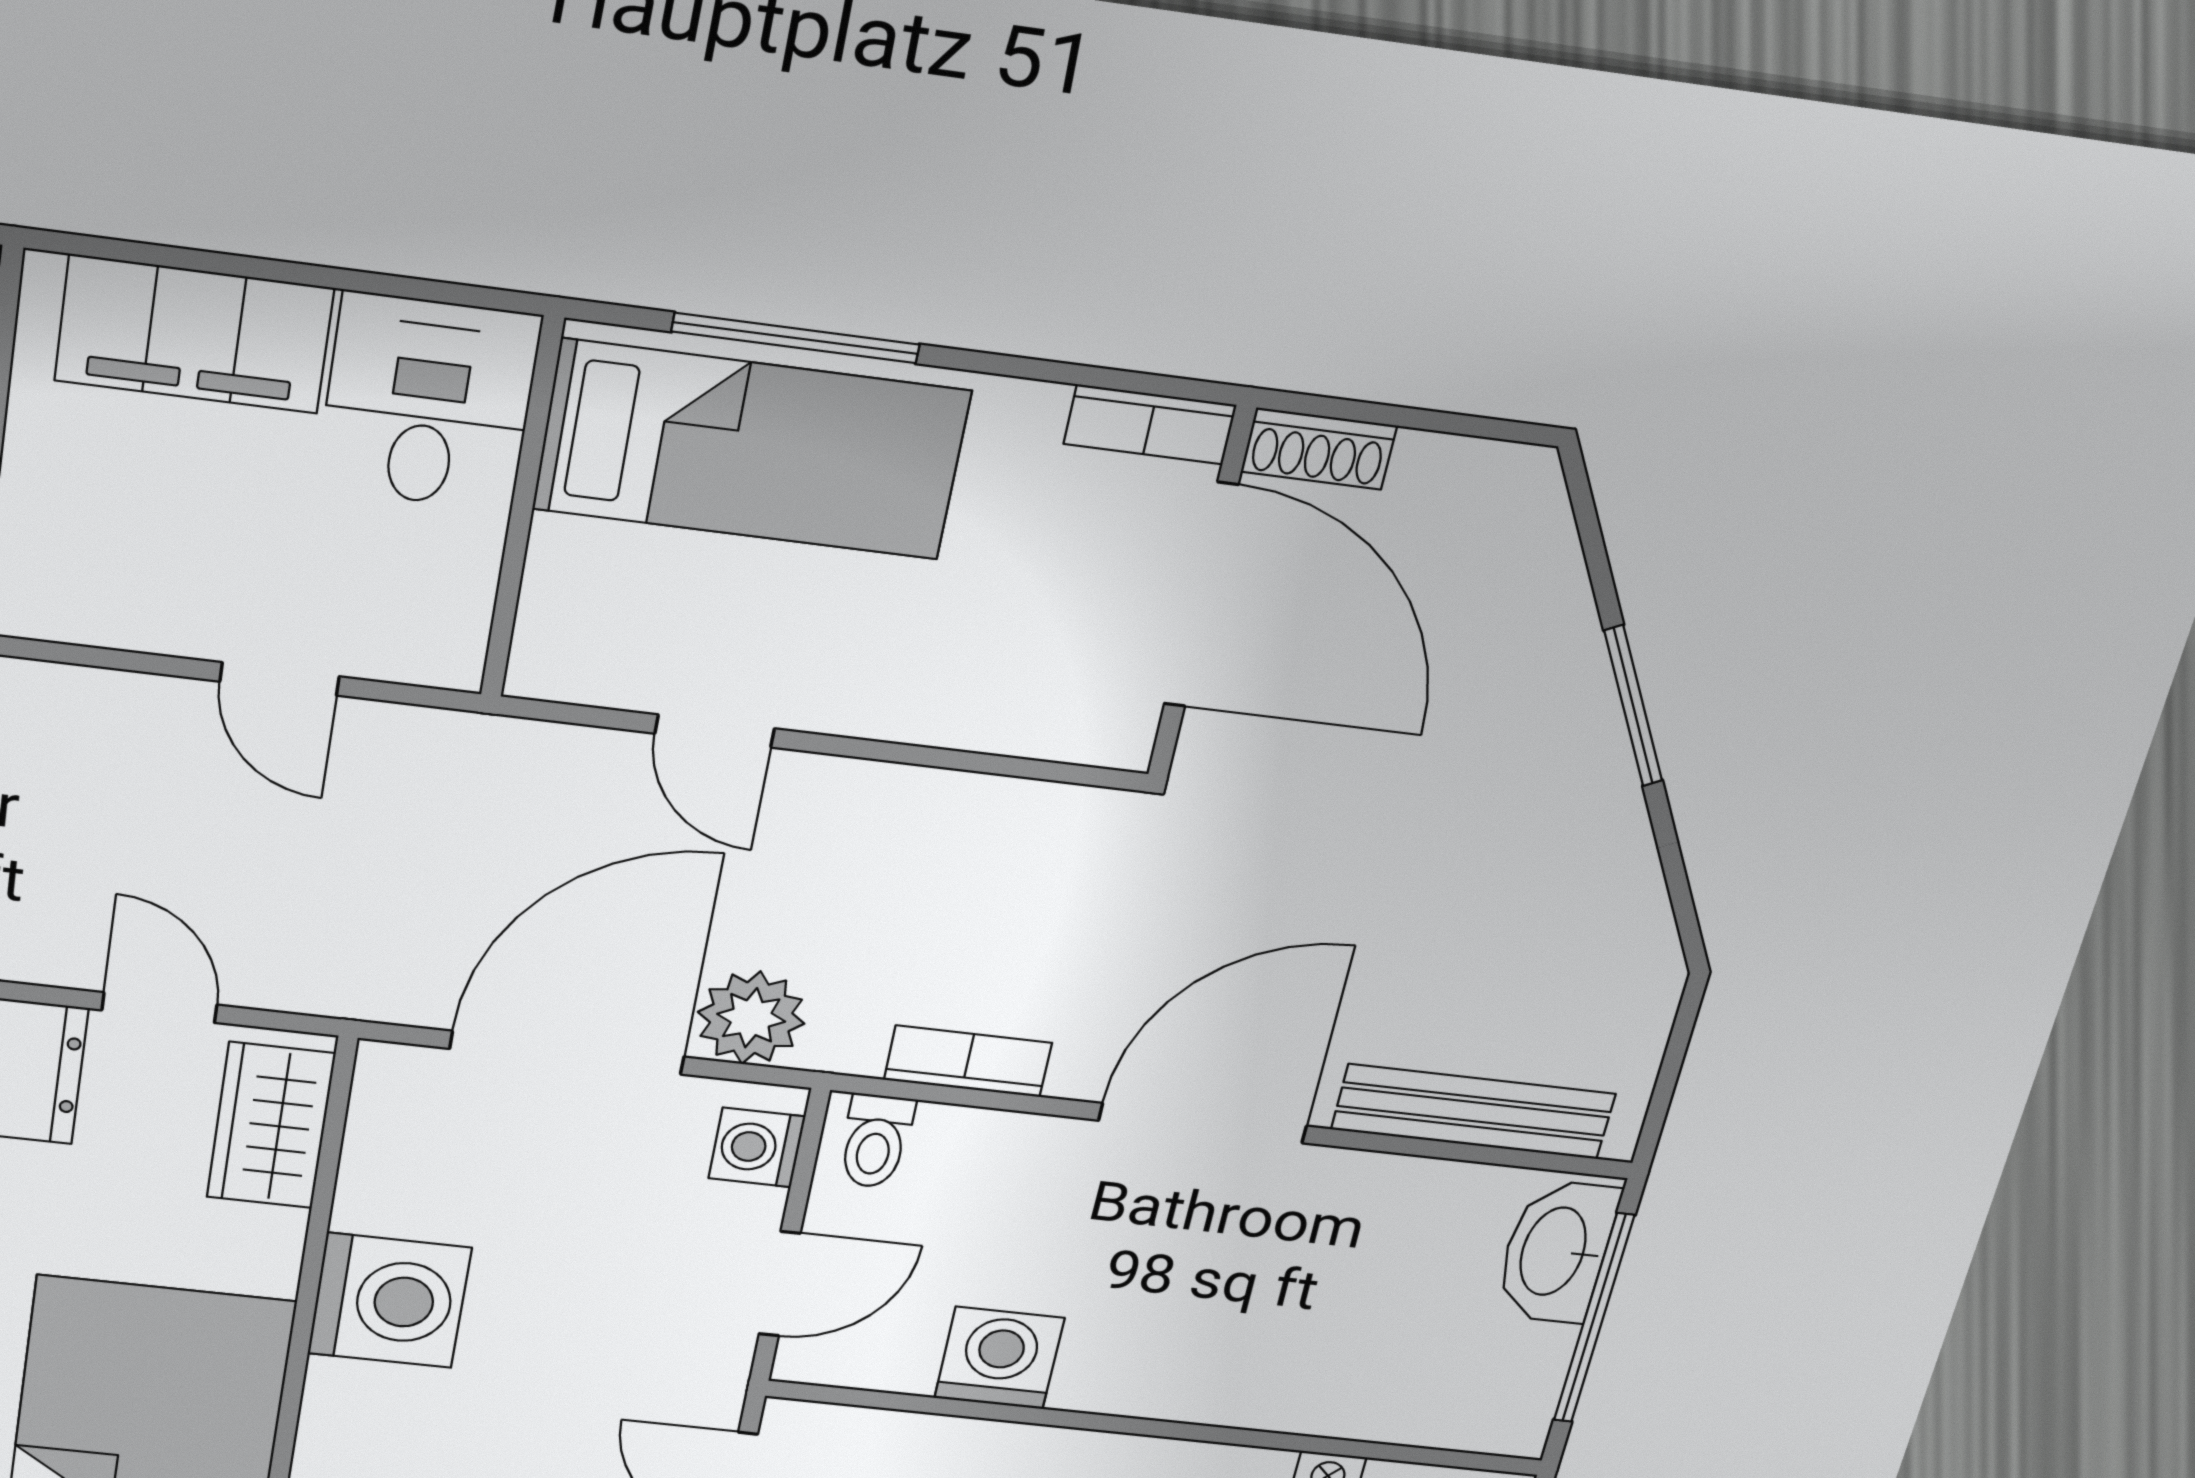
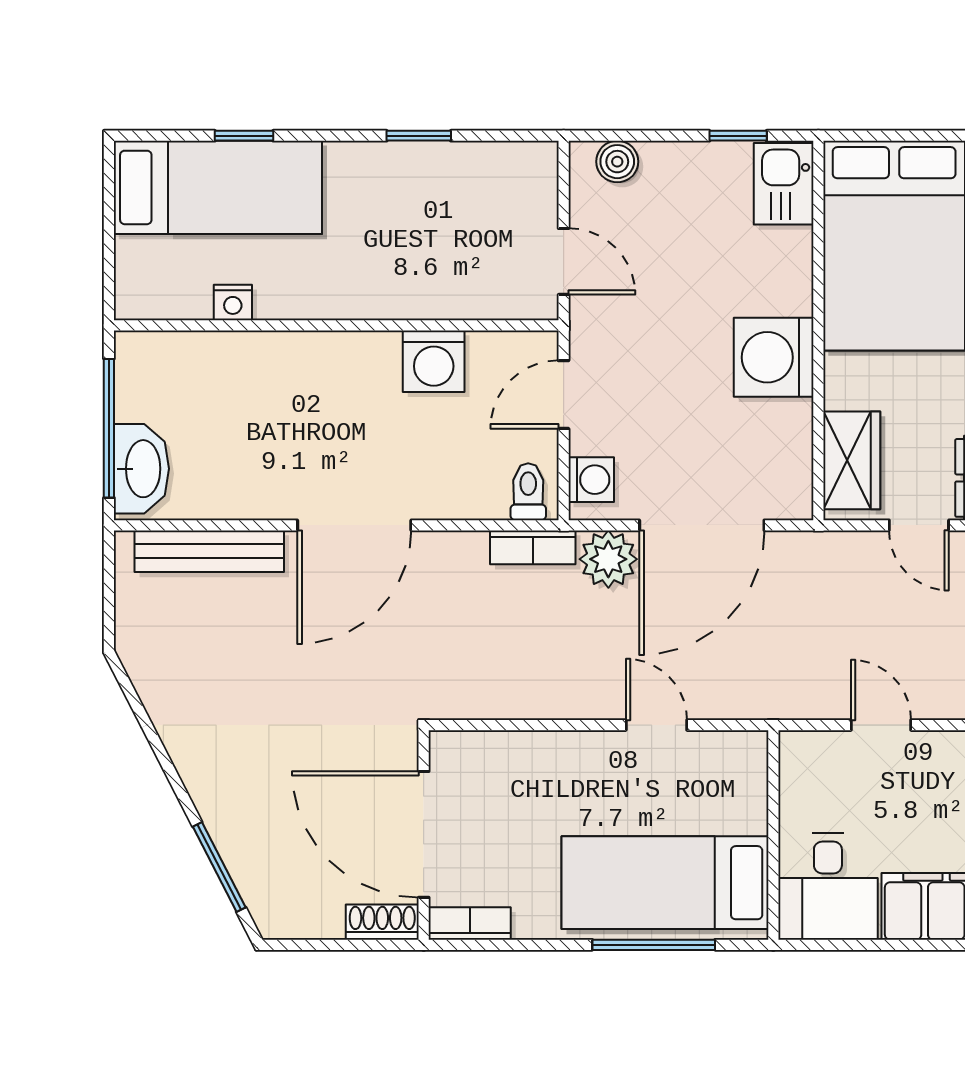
window: (1633, 706) -> (219, 867), moved
bookcase: (968, 1061) -> (533, 547), moved

